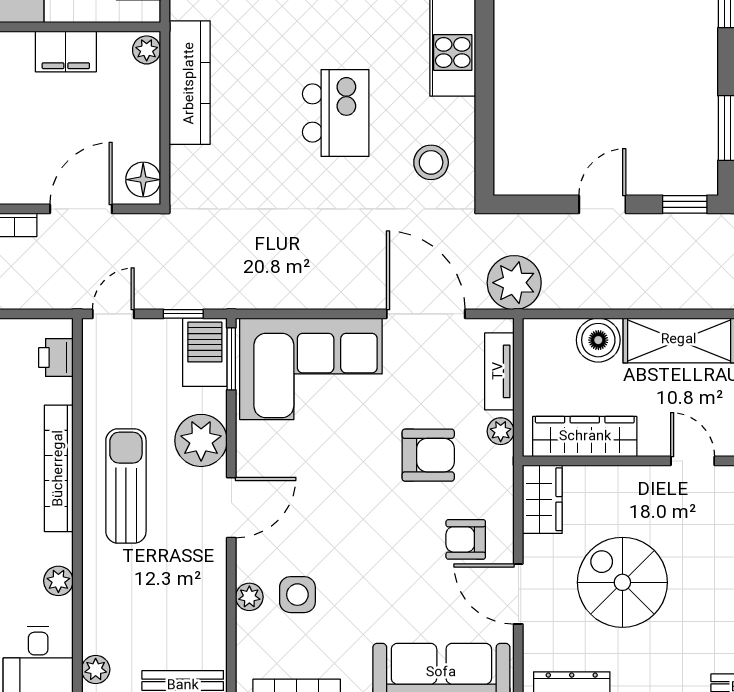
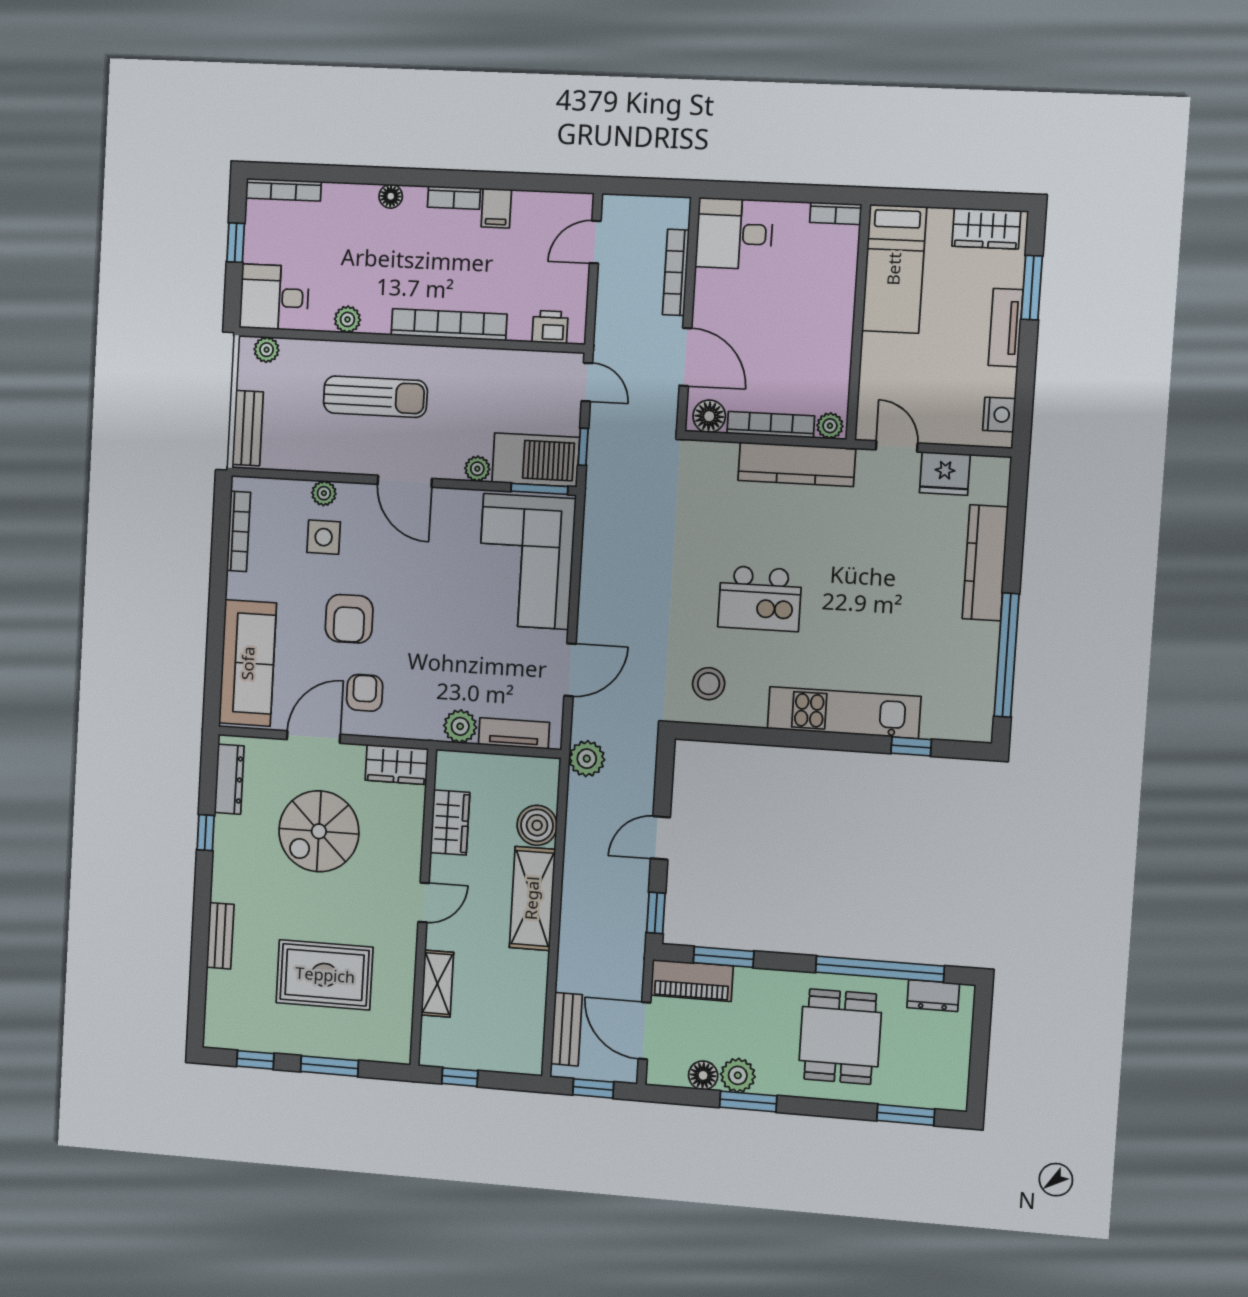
filing cabinet: (66, 51) -> (833, 350), removed
bookcase: (149, 113) -> (771, 425), added
door: (602, 204) -> (660, 838), swing flipped
plant: (514, 283) -> (587, 759), width x0.73, depth x0.73
door: (426, 314) -> (570, 670), width x0.73
barbecue: (205, 352) -> (536, 460), width x1.37, depth x1.21
plant: (501, 431) -> (460, 726), width x1.38, depth x1.38
wardrobe: (585, 437) -> (450, 823), width x0.67
plant: (201, 440) -> (477, 469), width x0.53, depth x0.53
armchair: (428, 455) -> (349, 619), moved
sun lounger: (126, 486) -> (375, 397), moved
spiral stairs: (622, 582) -> (319, 831), turned 180

